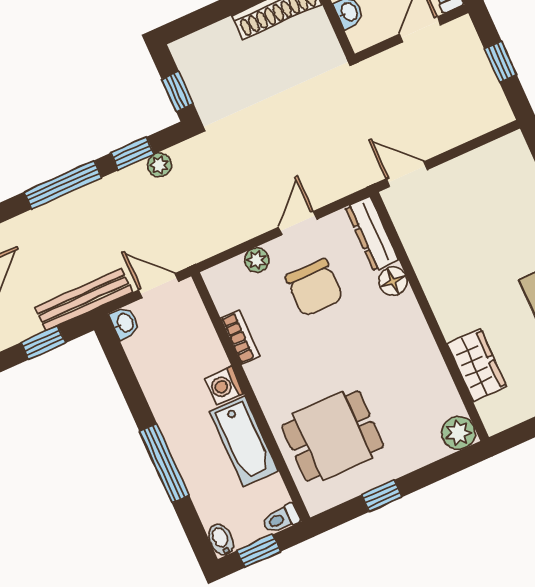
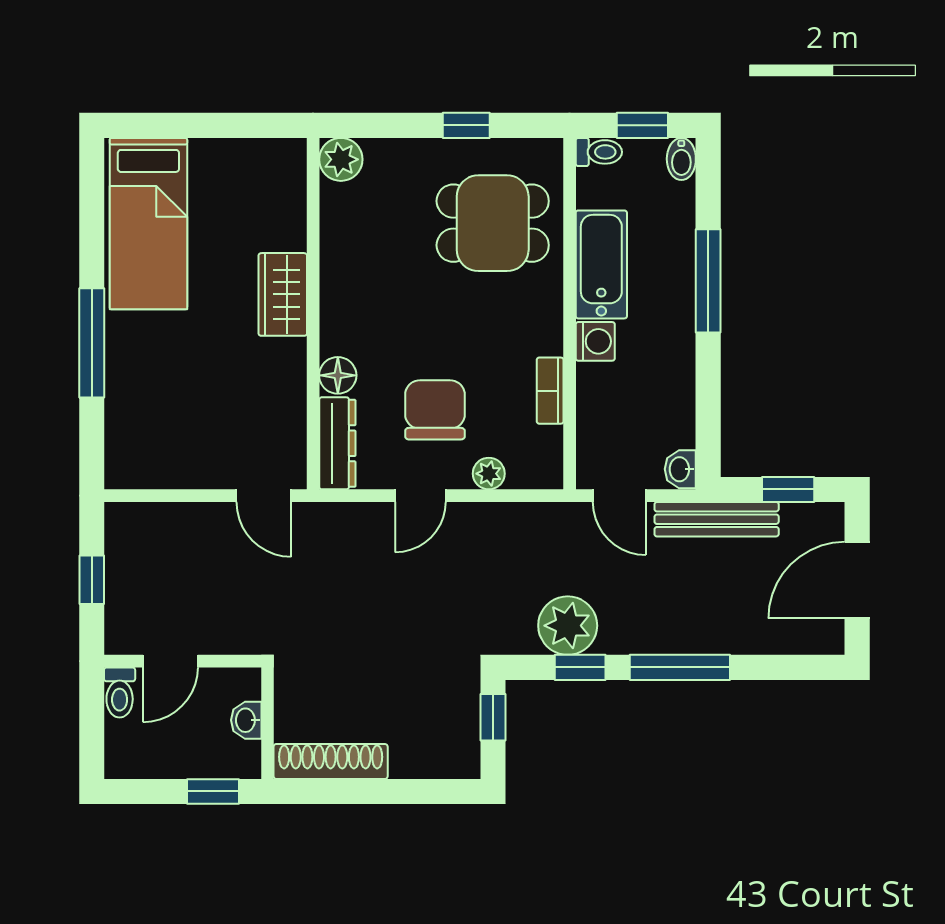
plant: (159, 165) -> (568, 626), width x1.88, depth x1.88
wardrobe: (477, 365) -> (283, 294), moved

